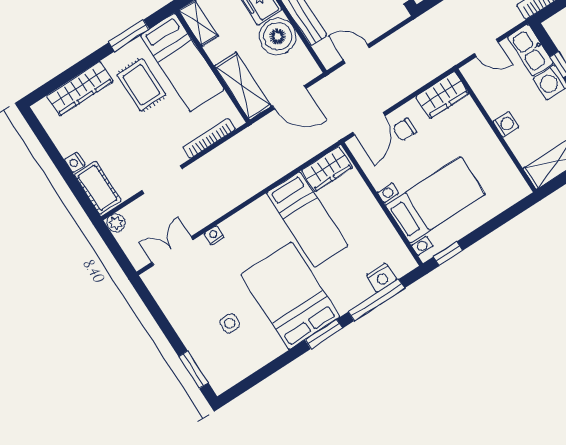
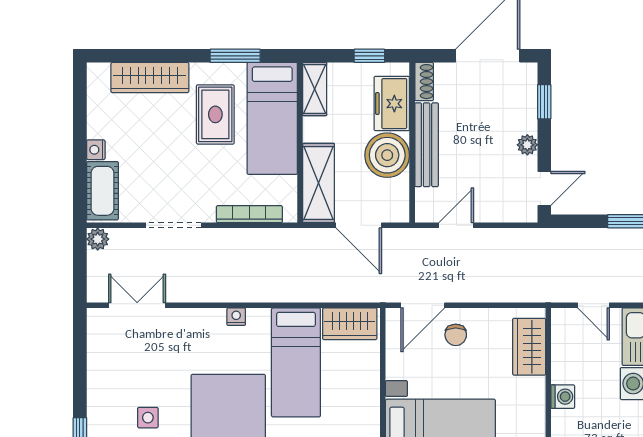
door: (356, 54) -> (456, 225), hinge flipped
wardrobe: (442, 95) -> (529, 347), moved, turned 90
chair: (405, 130) -> (456, 335), turned -90
nightstand: (214, 235) -> (236, 317), moved

